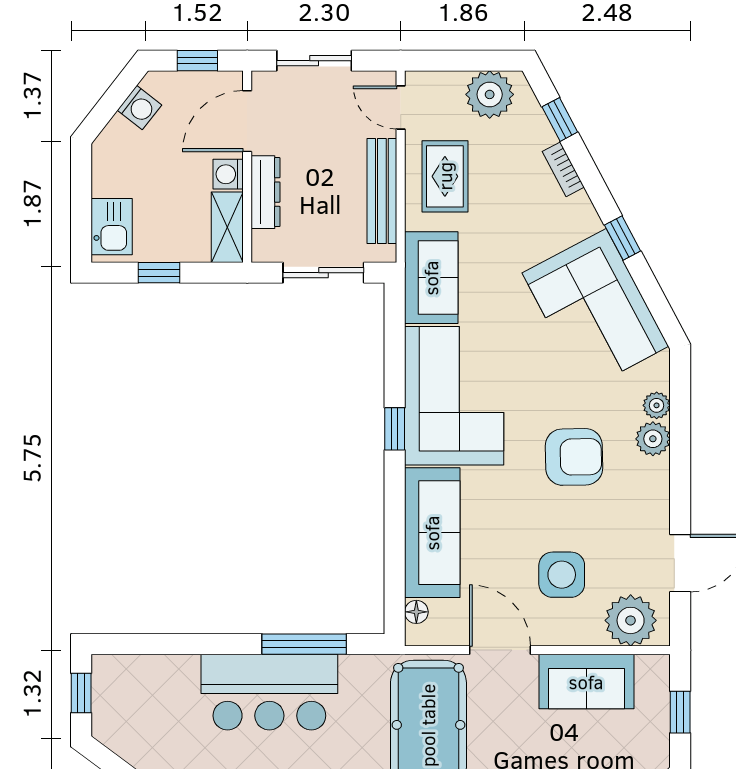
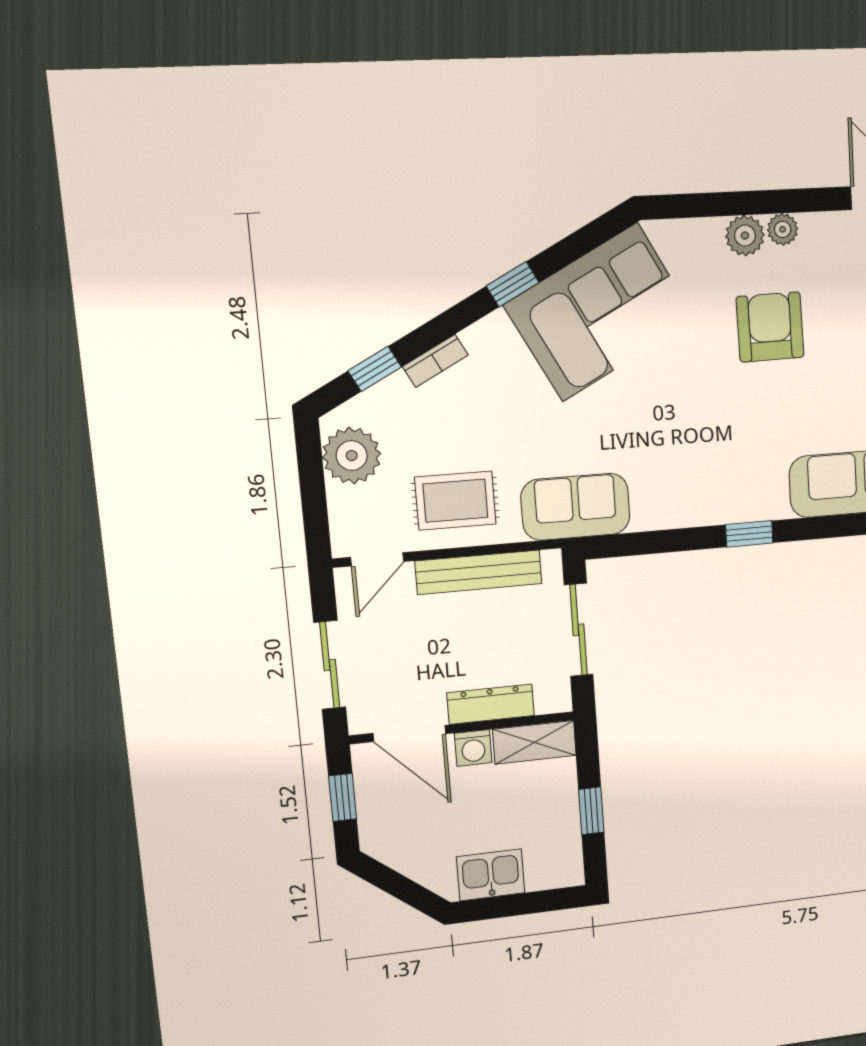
washing machine: (139, 108) -> (404, 855), removed
kitchen sink: (112, 227) -> (491, 875), moved
corner sofa: (454, 396) -> (709, 470), removed
plant: (657, 405) -> (783, 229), moved

